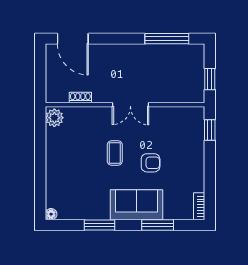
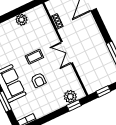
plant: (54, 118) -> (22, 20), moved
plant: (195, 129) -> (70, 97), added

